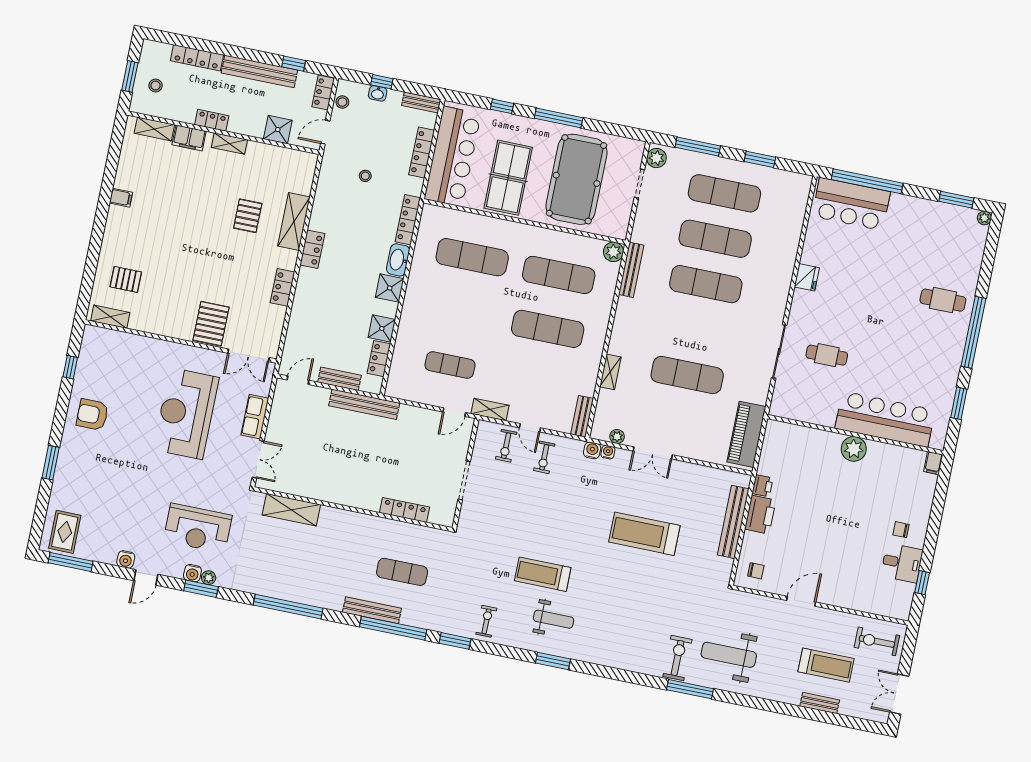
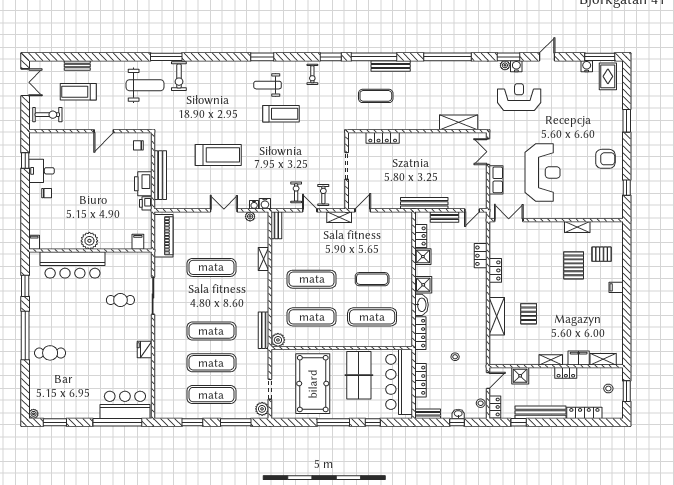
filing cabinet: (121, 198) -> (616, 287), moved
locker: (312, 249) -> (481, 256), moved
shelving: (110, 317) -> (577, 227), moved
pallet: (211, 324) -> (574, 265), moved
exercise mat: (450, 365) -> (372, 279), moved
filing cabinet: (785, 433) -> (138, 242), added
water cooler: (126, 559) -> (587, 66), moved

